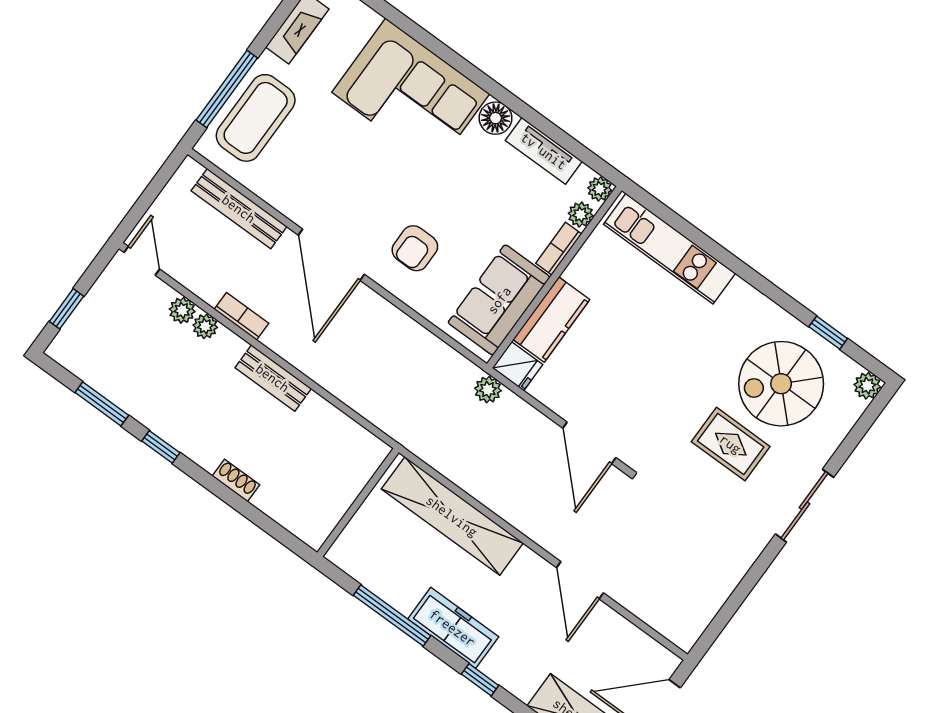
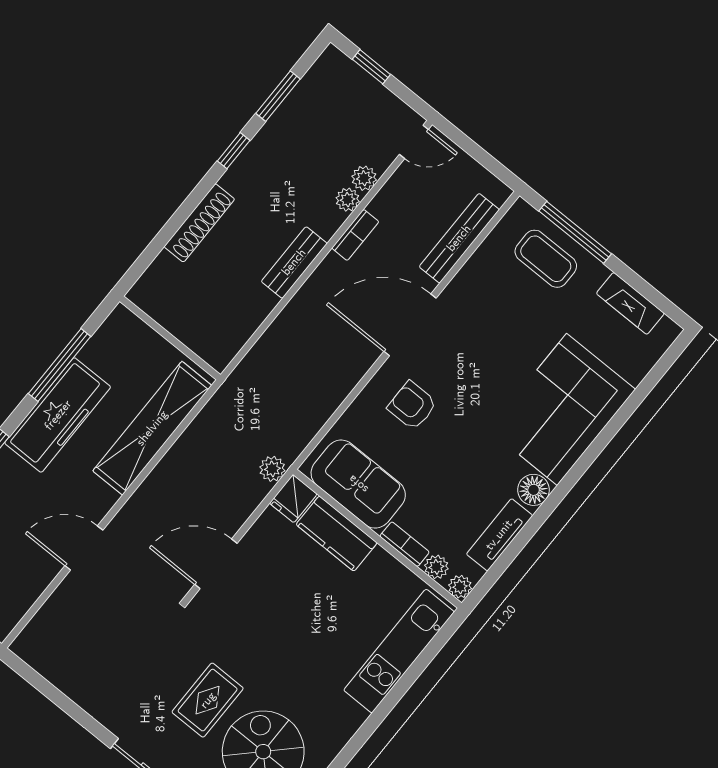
coffee table: (256, 118) -> (546, 259), width x0.73, depth x0.76
shoe rack: (236, 480) -> (199, 223), width x1.94, depth x1.24
freezer: (453, 628) -> (58, 415), width x1.36, depth x1.26

